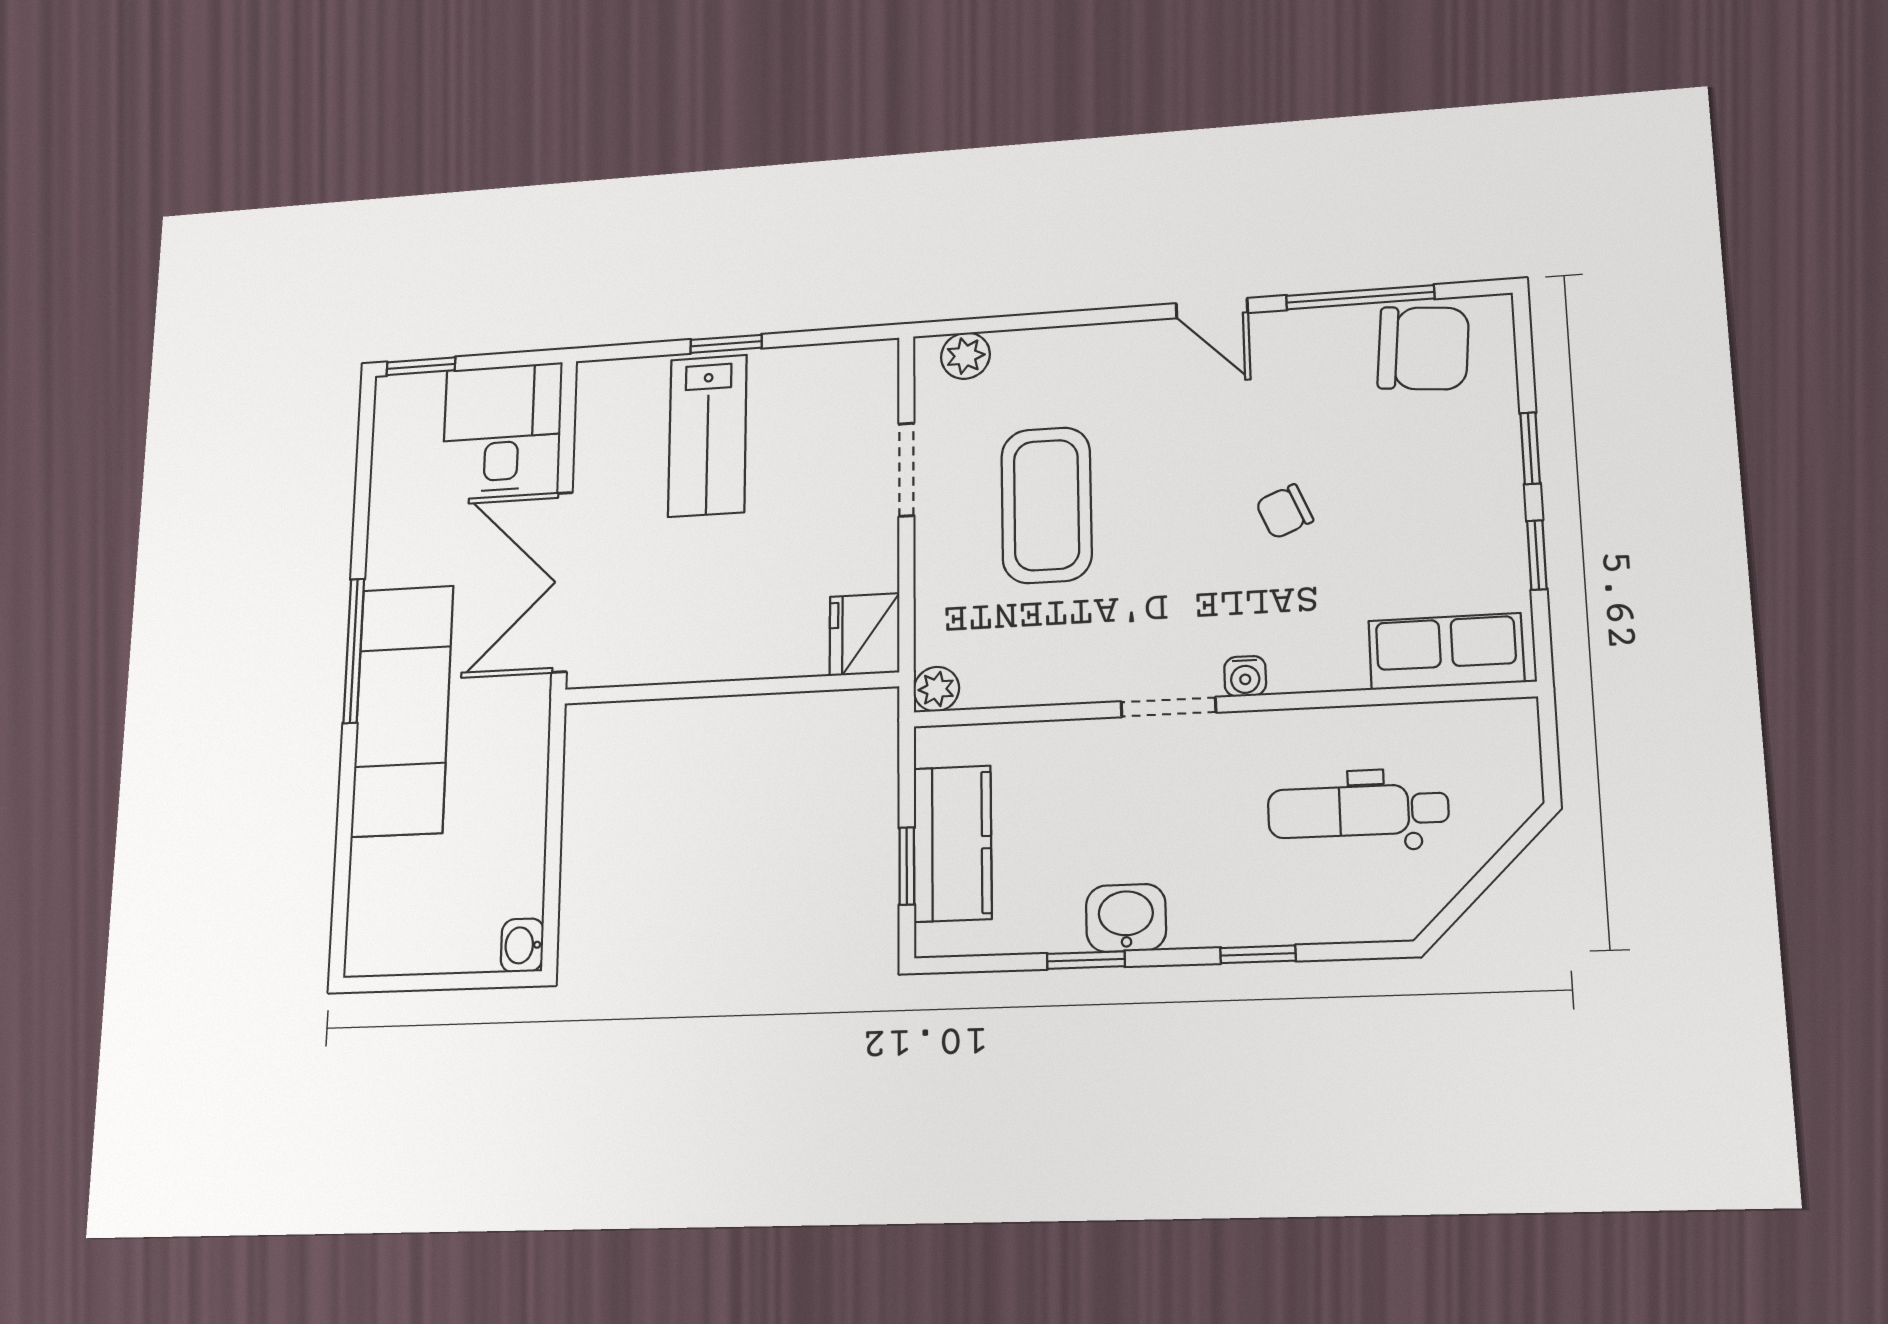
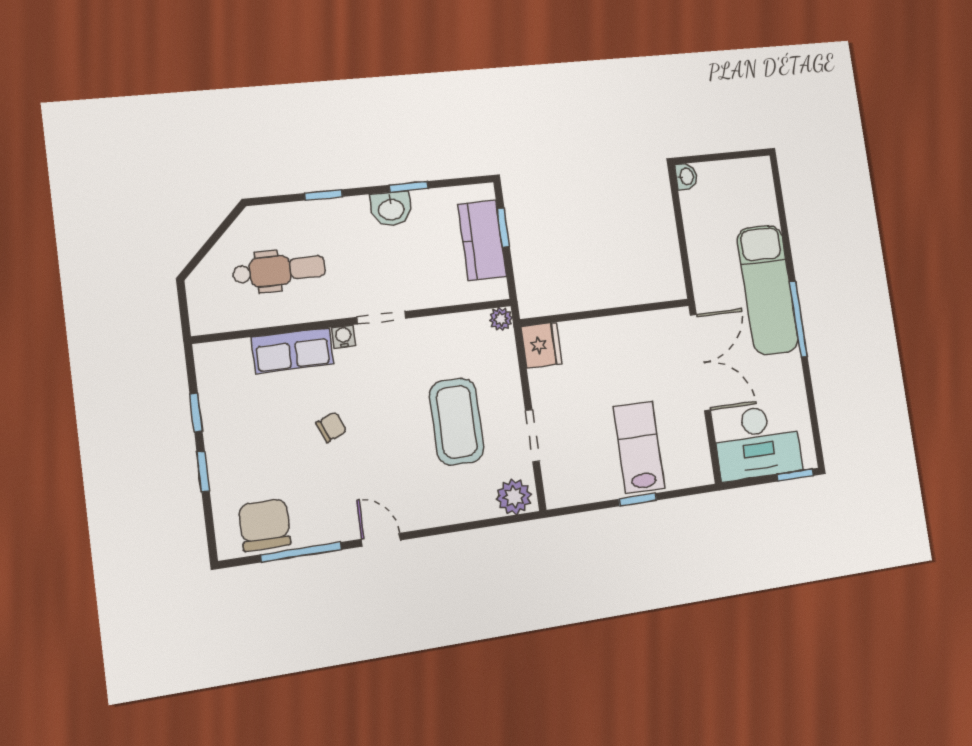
chair: (1423, 348) -> (265, 525), turned 85
plant: (965, 356) -> (514, 497), width x1.38, depth x1.38
desk: (502, 428) -> (758, 442), width x1.37
row of seats: (1446, 651) -> (293, 351), moved

